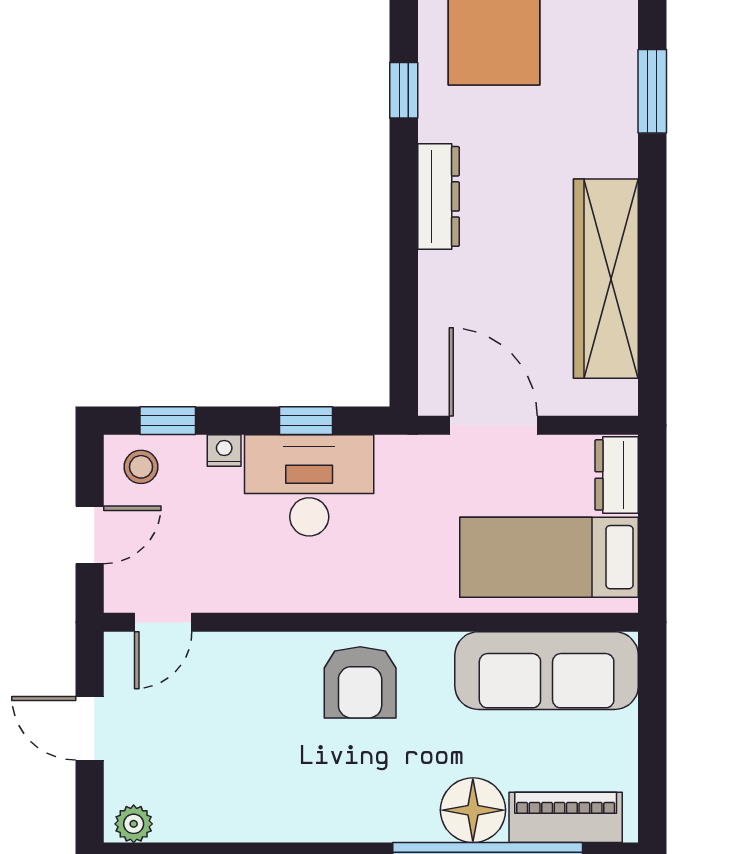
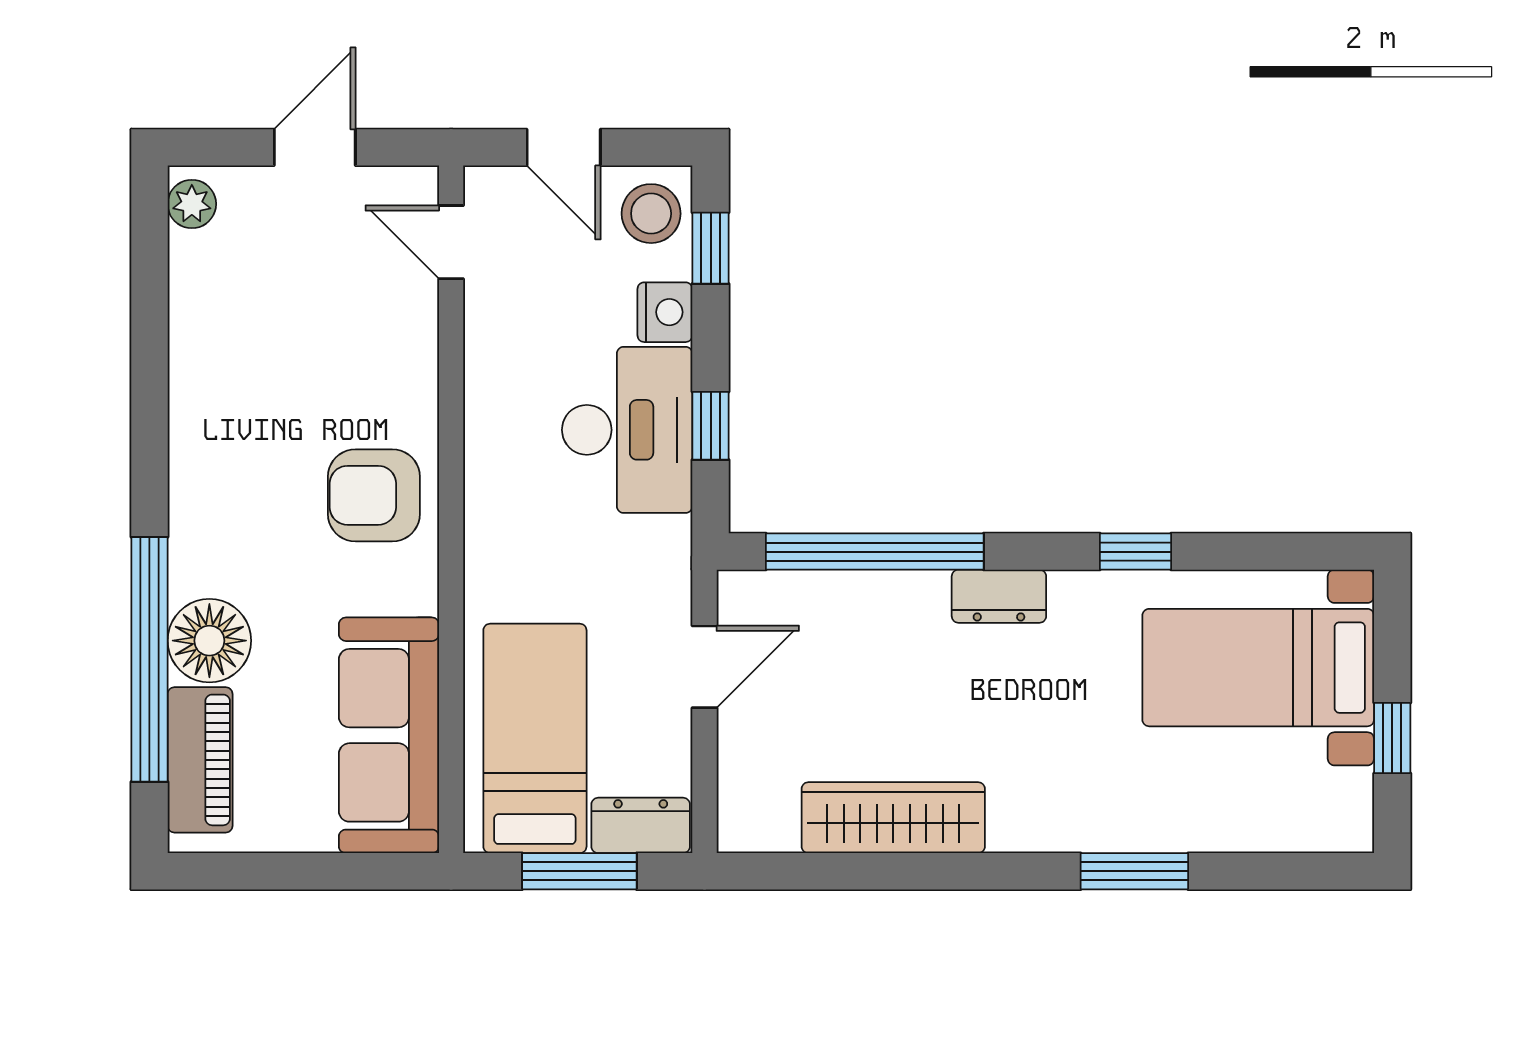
dresser: (438, 196) -> (999, 596), width x0.70
wardrobe: (606, 279) -> (893, 818), width x0.71, depth x0.85
window: (404, 293) -> (875, 552), added
door: (493, 425) -> (704, 667), width x0.73
nightstand: (224, 451) -> (665, 312), width x1.39, depth x1.35
stool: (141, 467) -> (651, 214), width x1.37, depth x1.37
window: (652, 523) -> (579, 871), added

